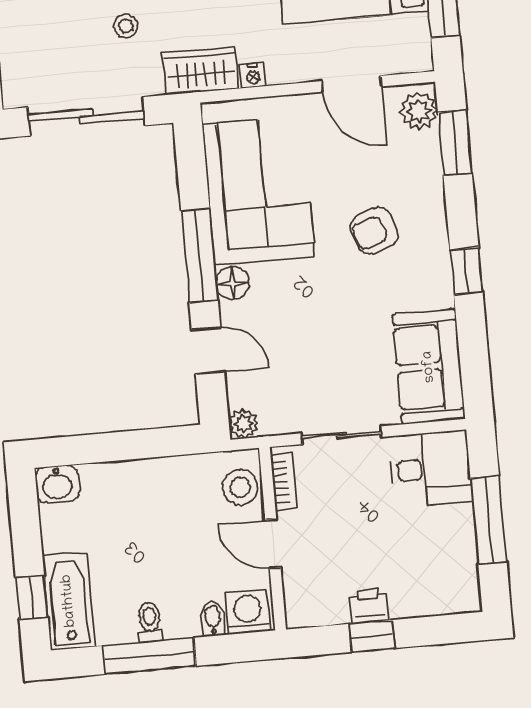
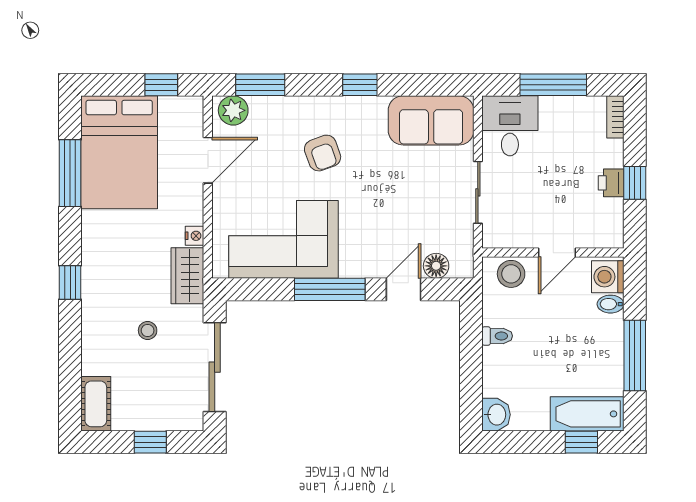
floor lamp: (233, 283) -> (436, 266), moved
plant: (243, 424) -> (462, 267), removed
bookcase: (284, 481) -> (615, 117), moved, turned -90
toilet: (150, 622) -> (497, 336), moved, turned 180

